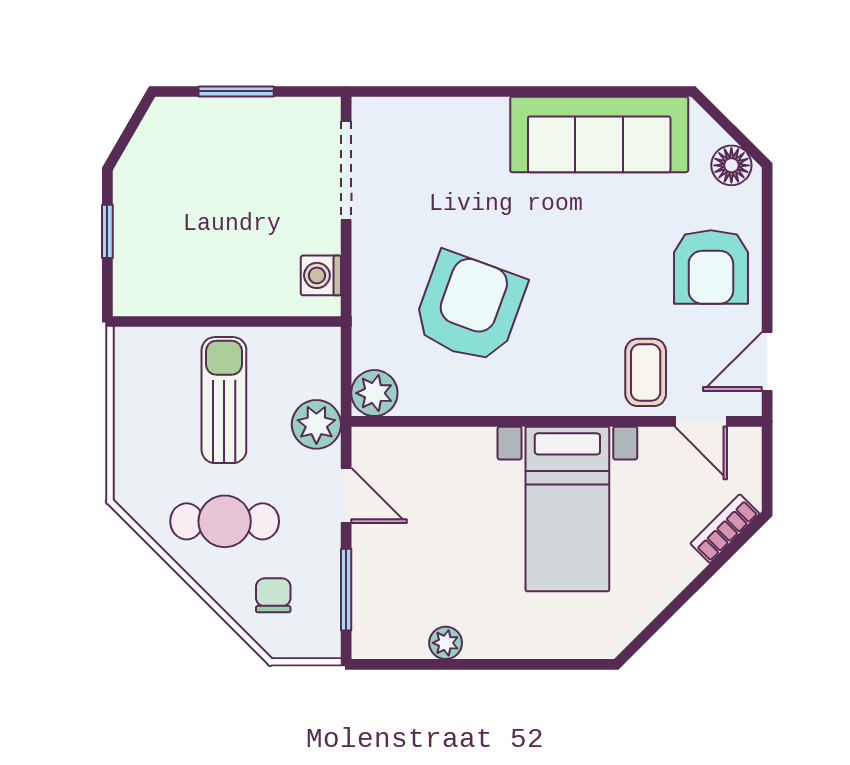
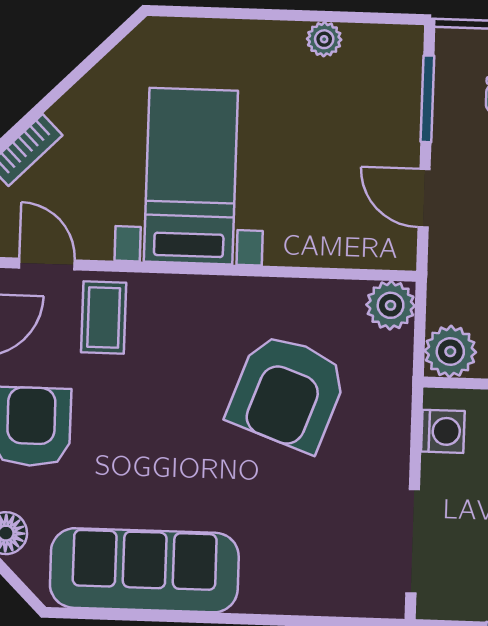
plant: (316, 424) -> (450, 351), moved

